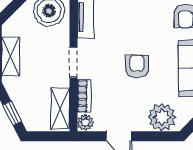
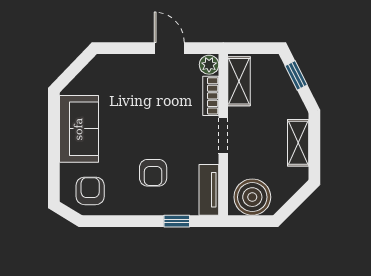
armchair: (137, 66) -> (153, 173), moved
plant: (162, 117) -> (118, 71), removed

